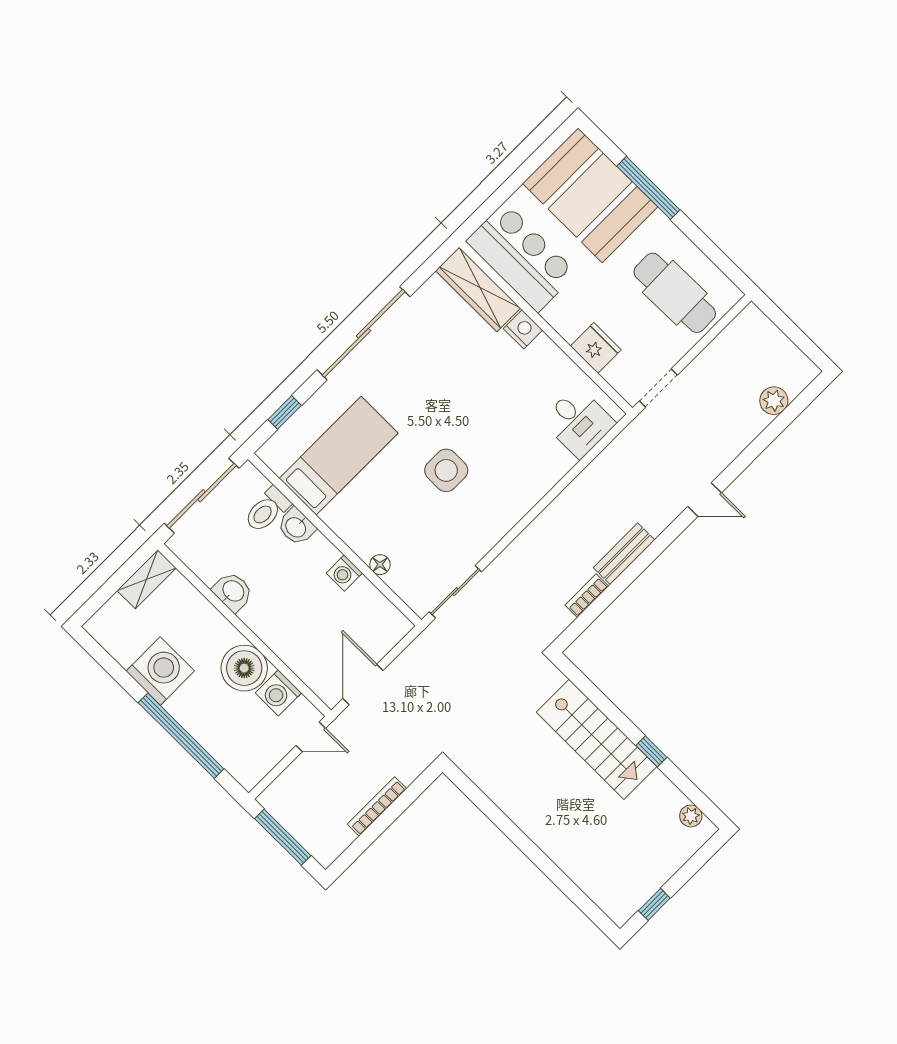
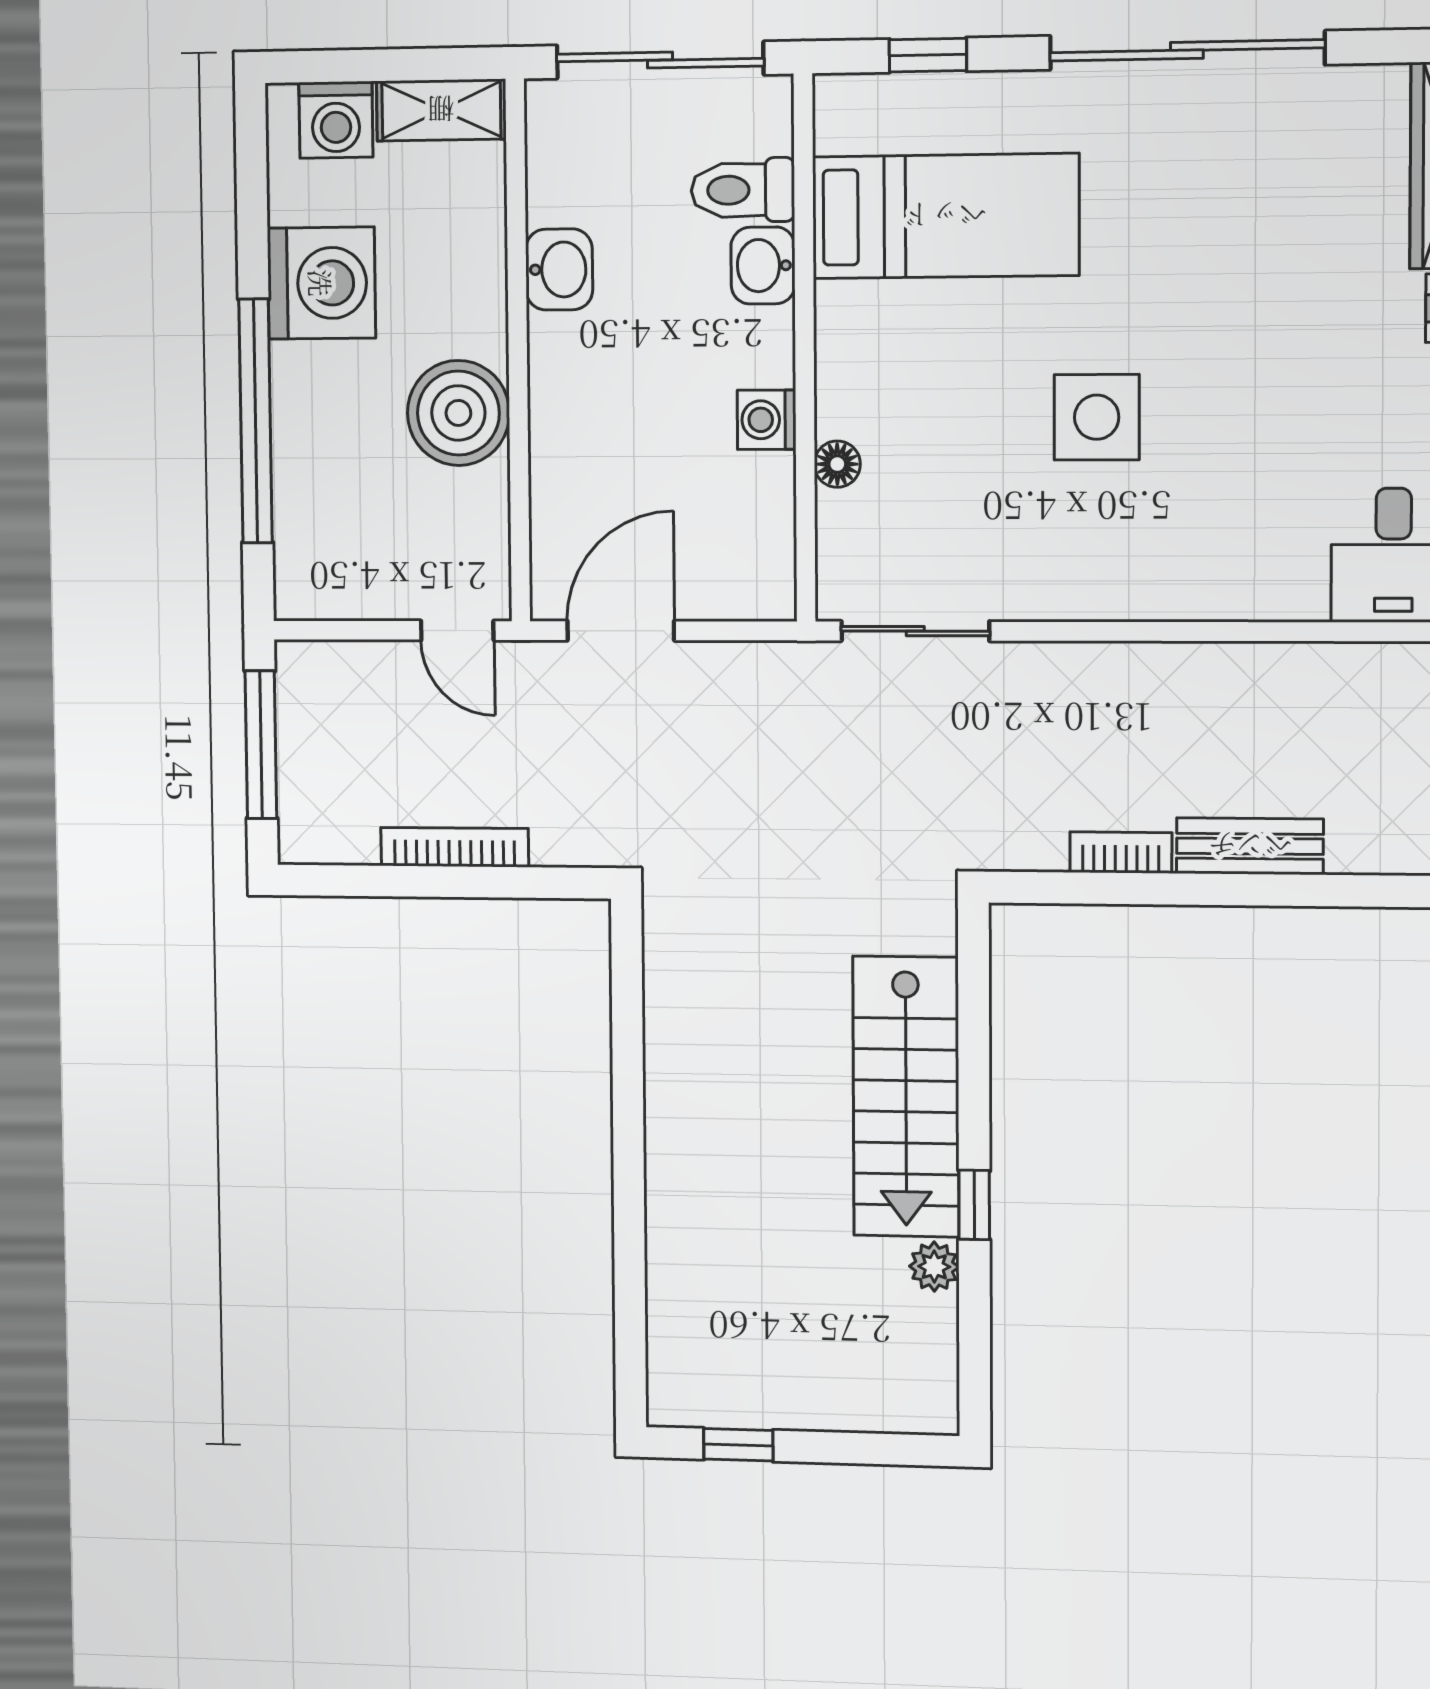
washing machine: (278, 693) -> (336, 120), moved, turned -90
plant: (691, 816) -> (934, 1267), moved

